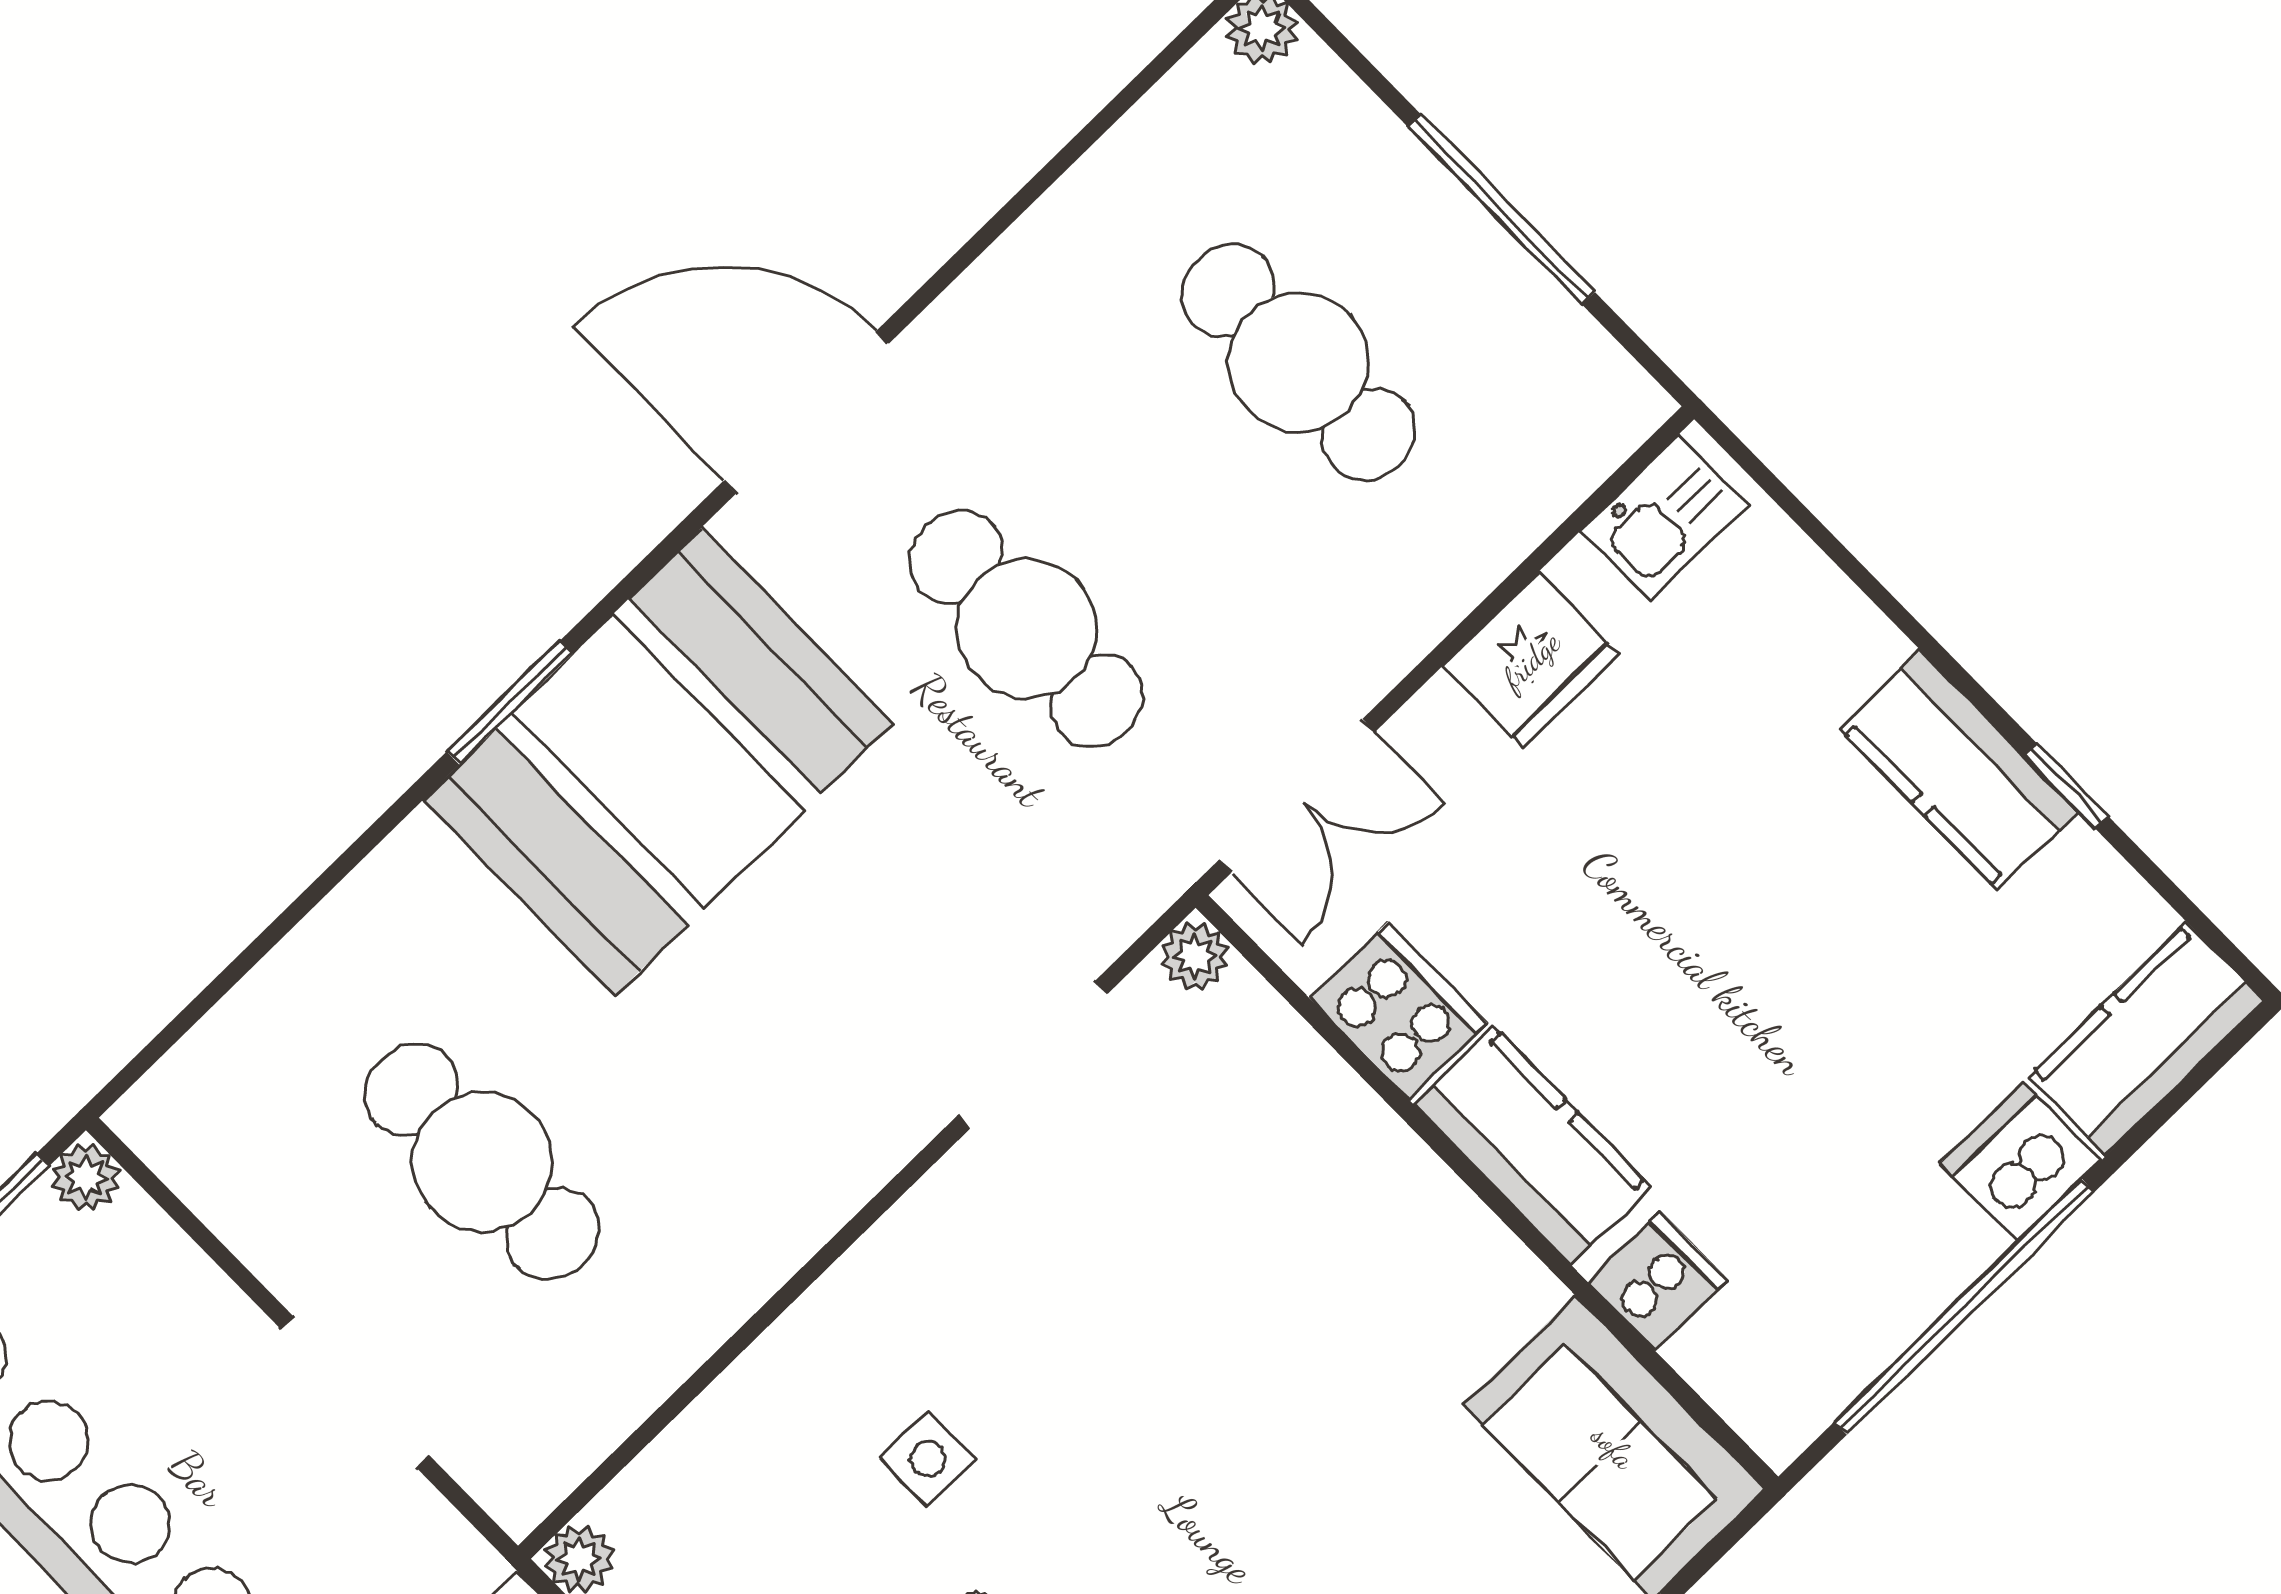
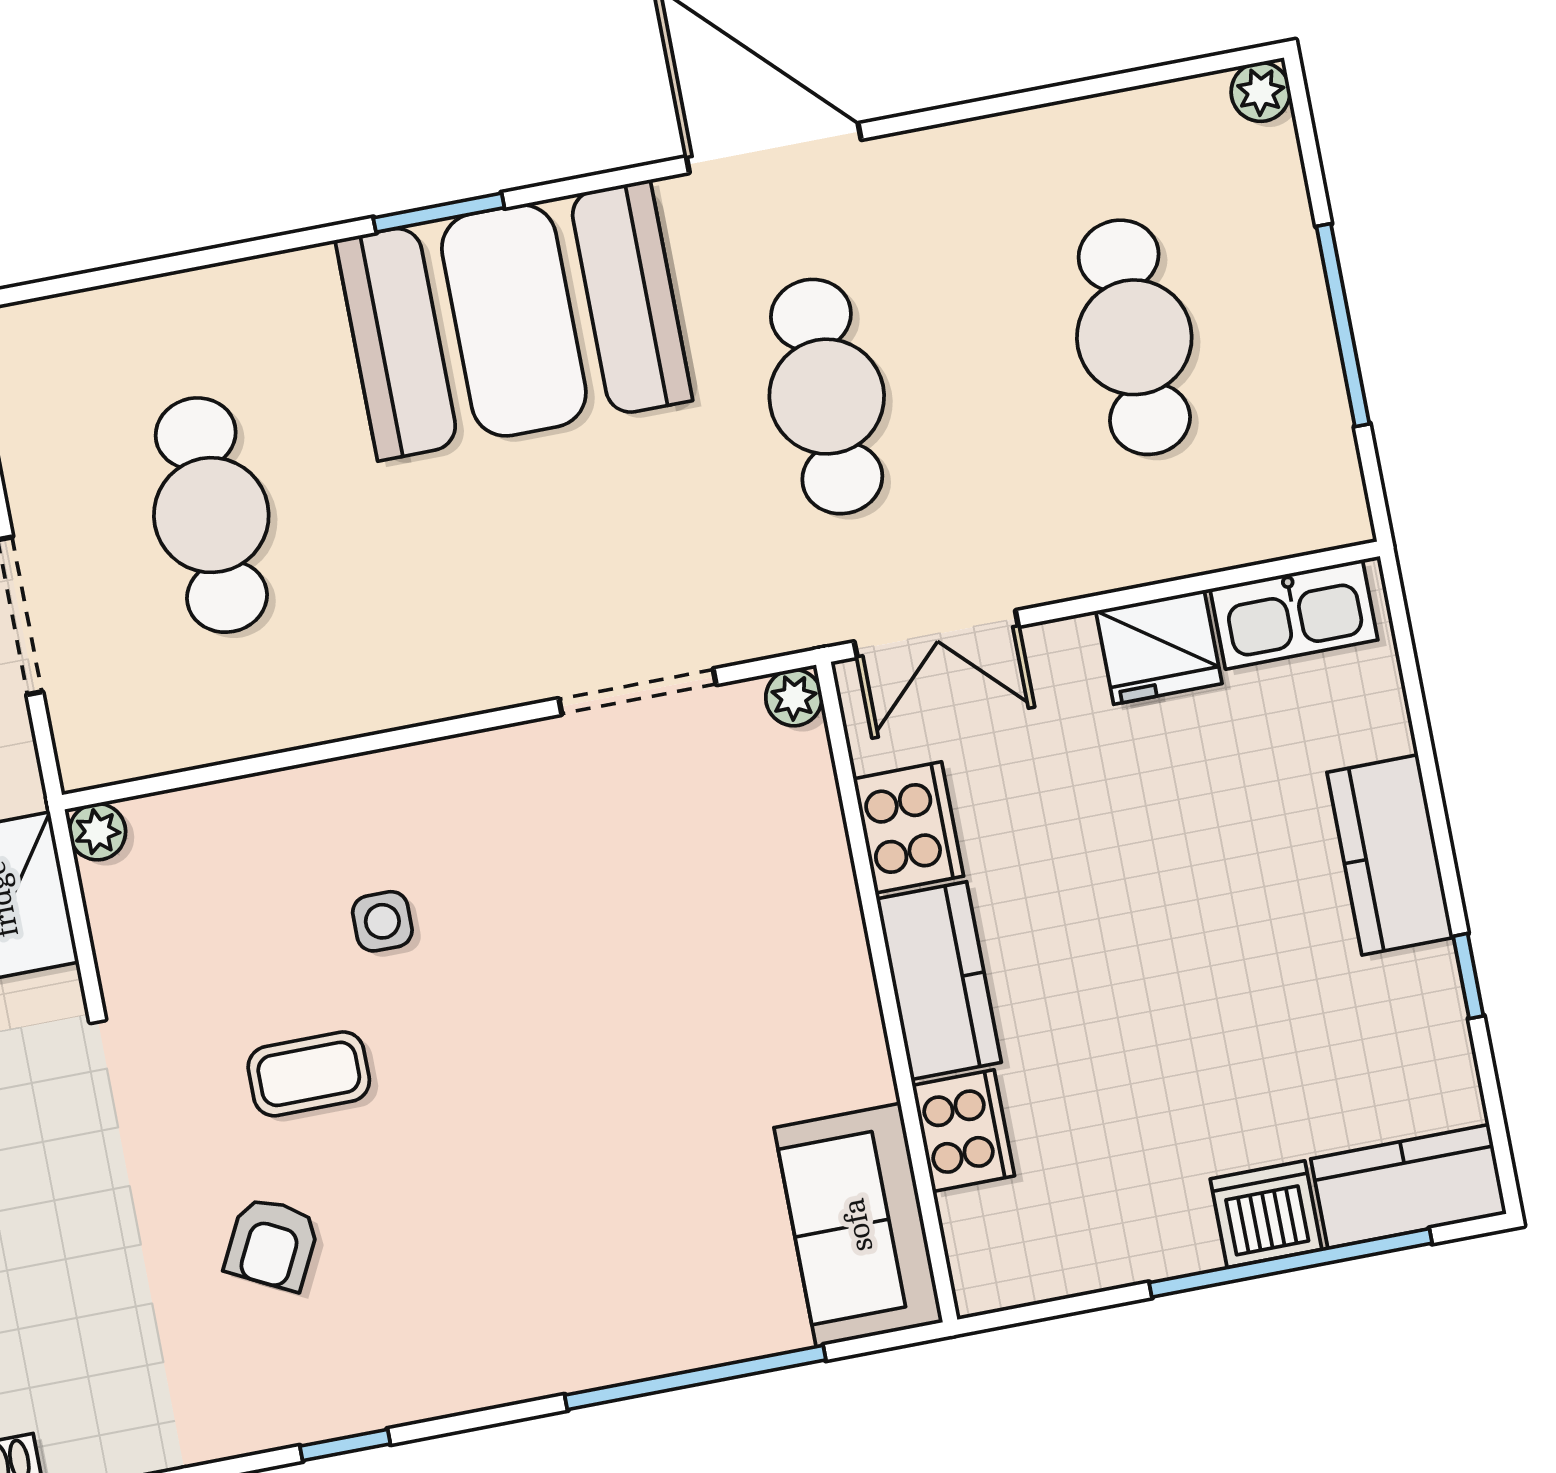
kitchen sink: (1665, 518) -> (1294, 614), width x1.38
kitchen counter: (1959, 770) -> (1390, 855), moved
cooker: (1658, 1281) -> (963, 1131), width x1.36
window: (1964, 1307) -> (1291, 1263), moved

